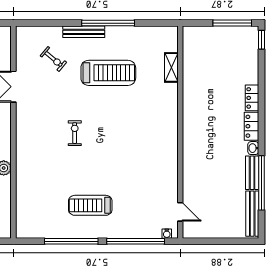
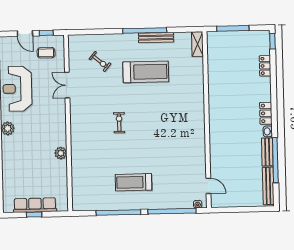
window: (232, 23) -> (233, 28), moved
bench: (84, 32) -> (156, 38), moved
shelving: (171, 67) -> (198, 44), moved
locker: (252, 98) -> (265, 66), moved

